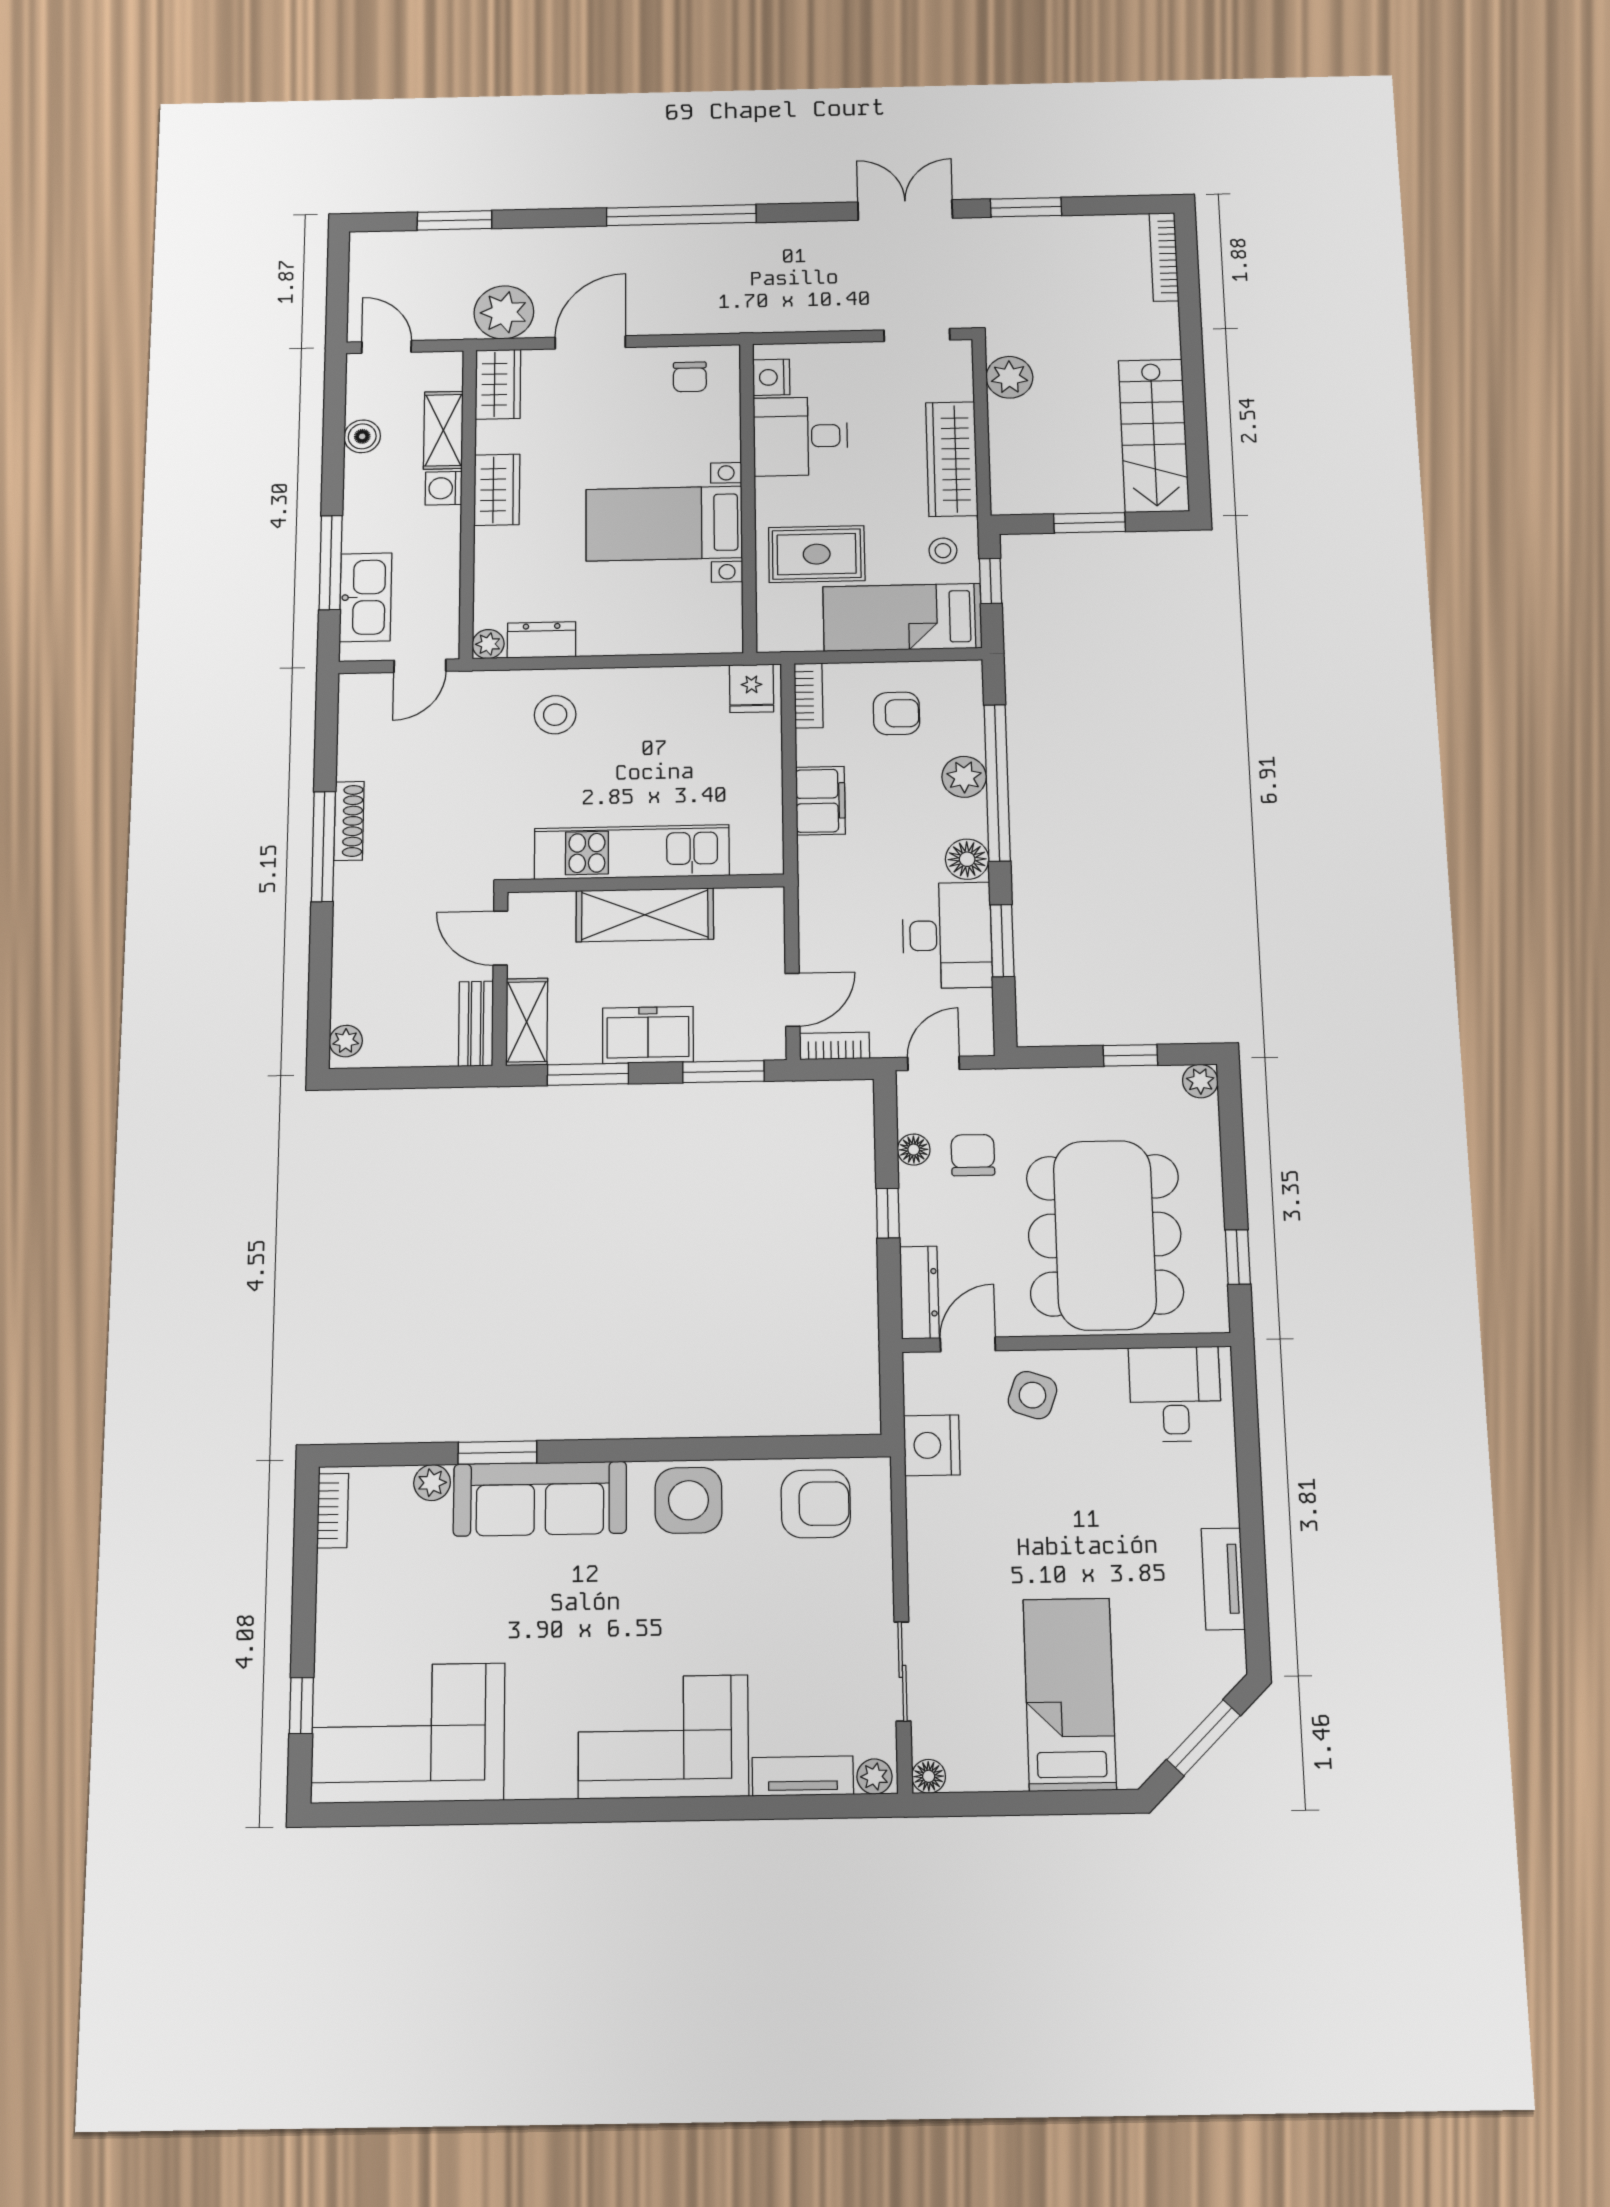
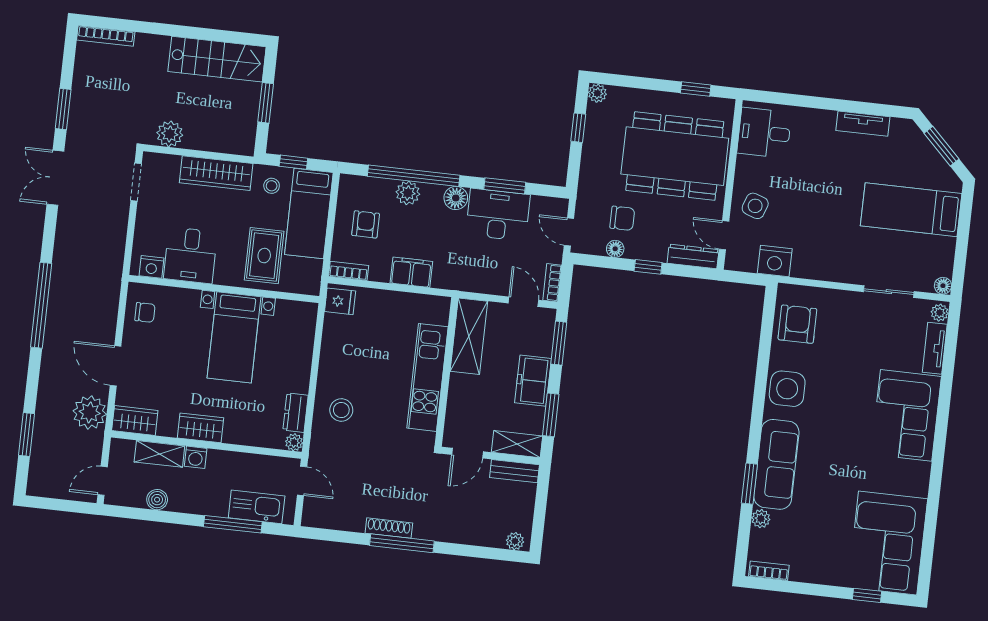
shelving: (645, 915) -> (469, 336), moved
chair: (973, 1155) -> (622, 218), turned 180

